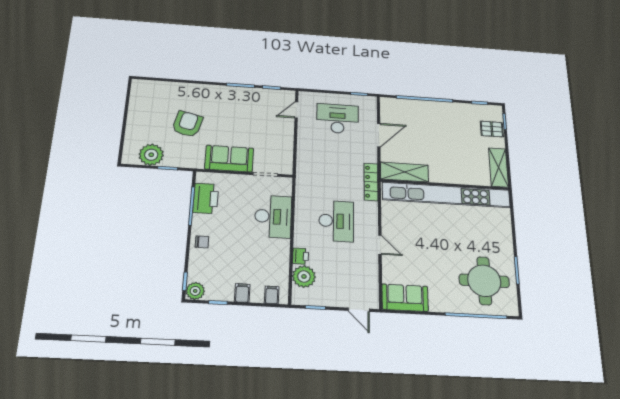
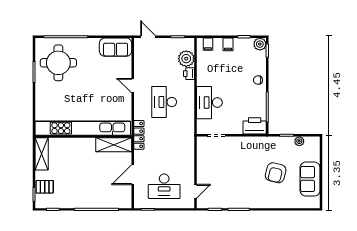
plant: (151, 155) -> (299, 141), width x0.53, depth x0.53
sofa: (229, 159) -> (310, 179), moved, turned 90
printer: (206, 198) -> (255, 126), moved, turned 90

